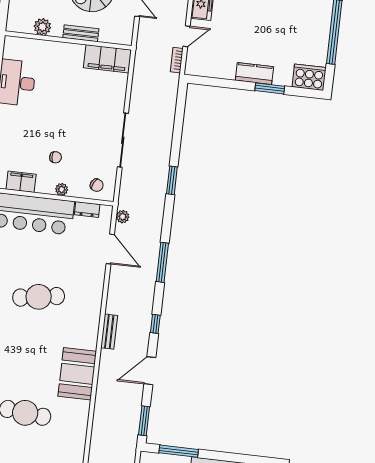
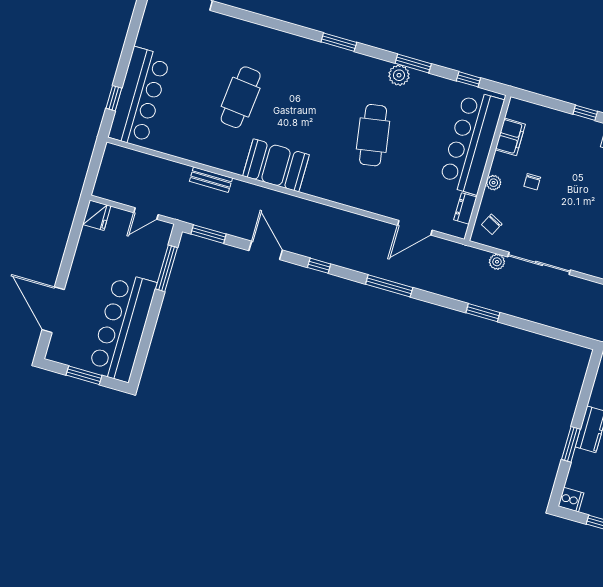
cooker: (309, 77) -> (571, 500), width x0.53, depth x0.76
plant: (123, 217) -> (497, 262), moved
bench: (109, 332) -> (211, 180), moved

